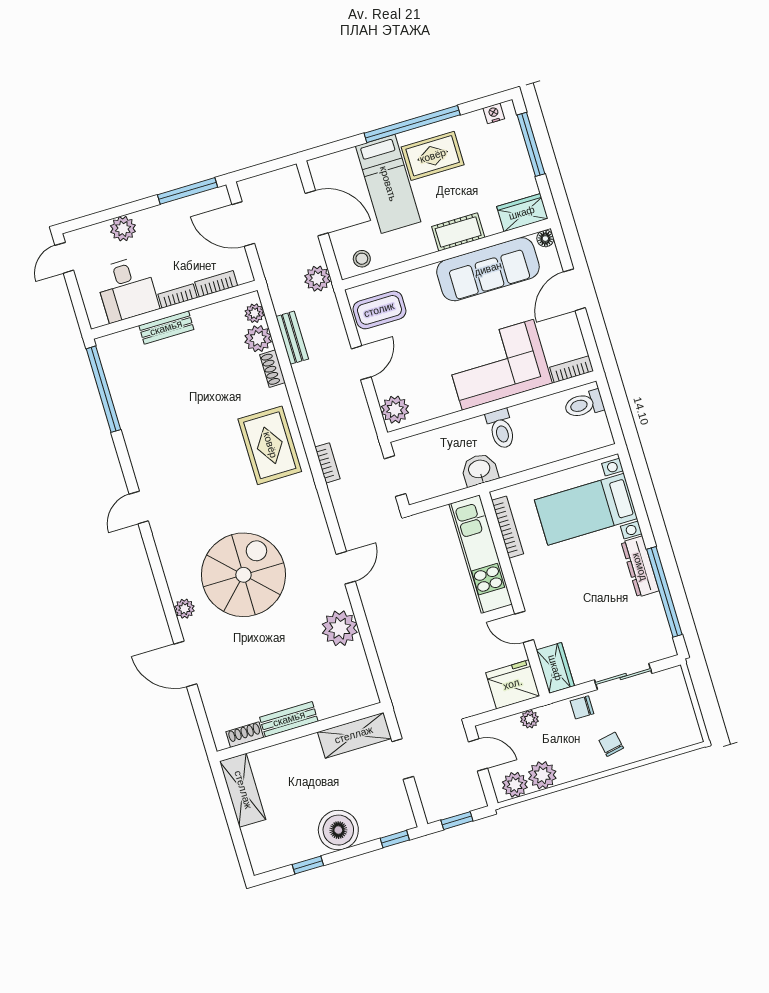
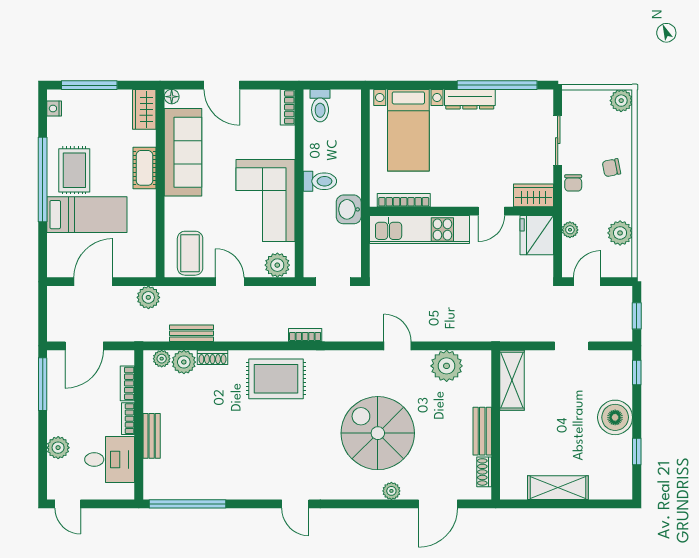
stool: (362, 259) -> (143, 255), removed
corner sofa: (498, 365) -> (265, 201), moved
bench: (289, 719) -> (482, 431), moved
wall: (300, 732) -> (496, 425), moved
shoe rack: (245, 735) -> (484, 472), moved
shelving: (354, 735) -> (512, 380), moved
plant: (515, 785) -> (621, 101), moved

